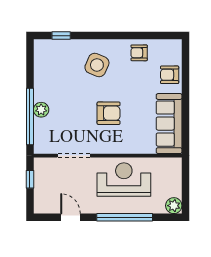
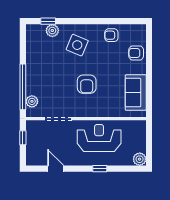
plant: (66, 47) -> (52, 31), added
plant: (41, 110) -> (32, 101), moved
armchair: (109, 113) -> (87, 84), turned 90
sofa: (169, 124) -> (136, 93), width x0.73
window: (125, 217) -> (100, 169), width x0.32

